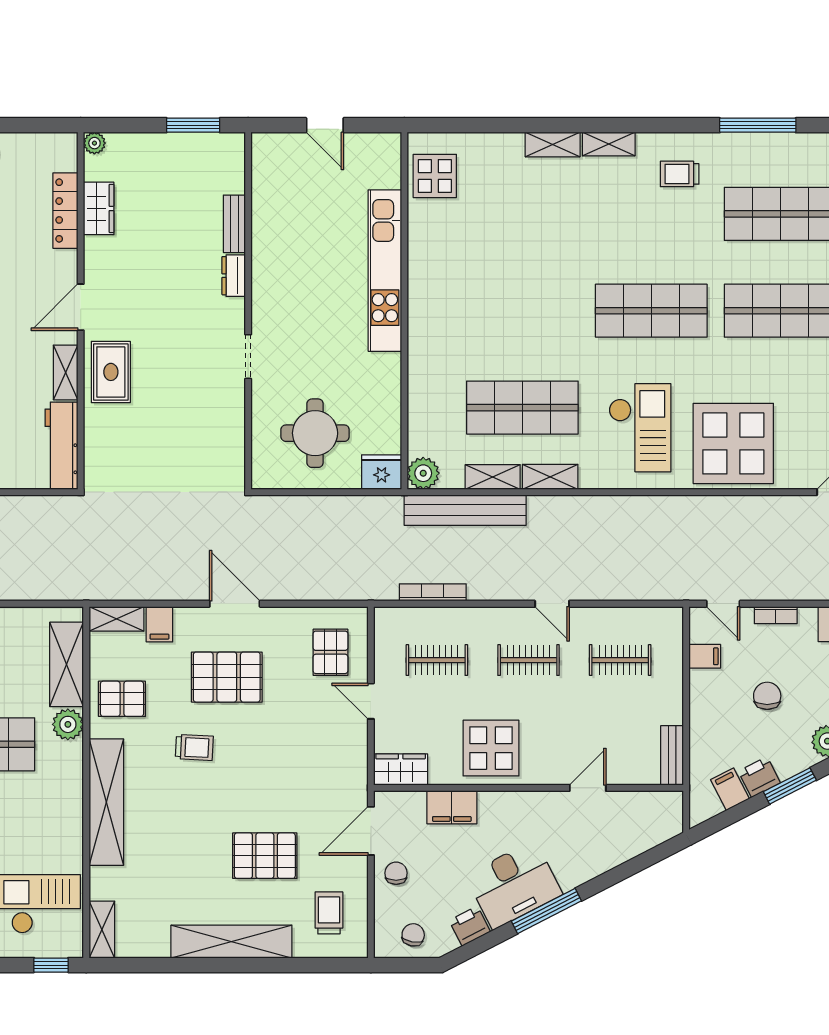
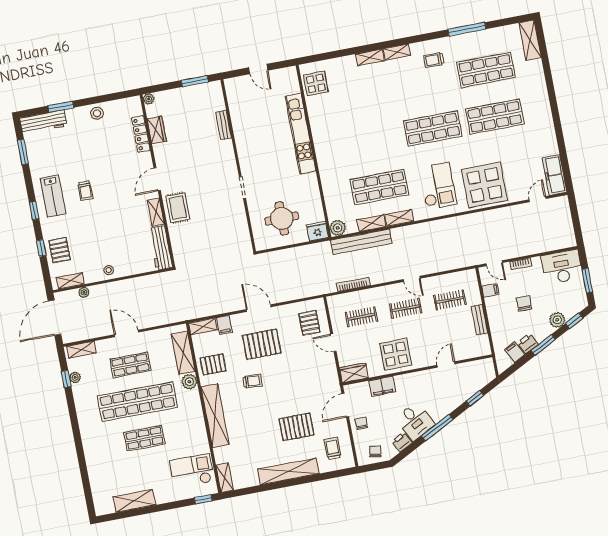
dresser: (234, 276) -> (228, 150), removed
bench: (672, 755) -> (480, 320), moved
window: (633, 867) -> (475, 398), added
desk: (514, 885) -> (415, 421), width x0.73

